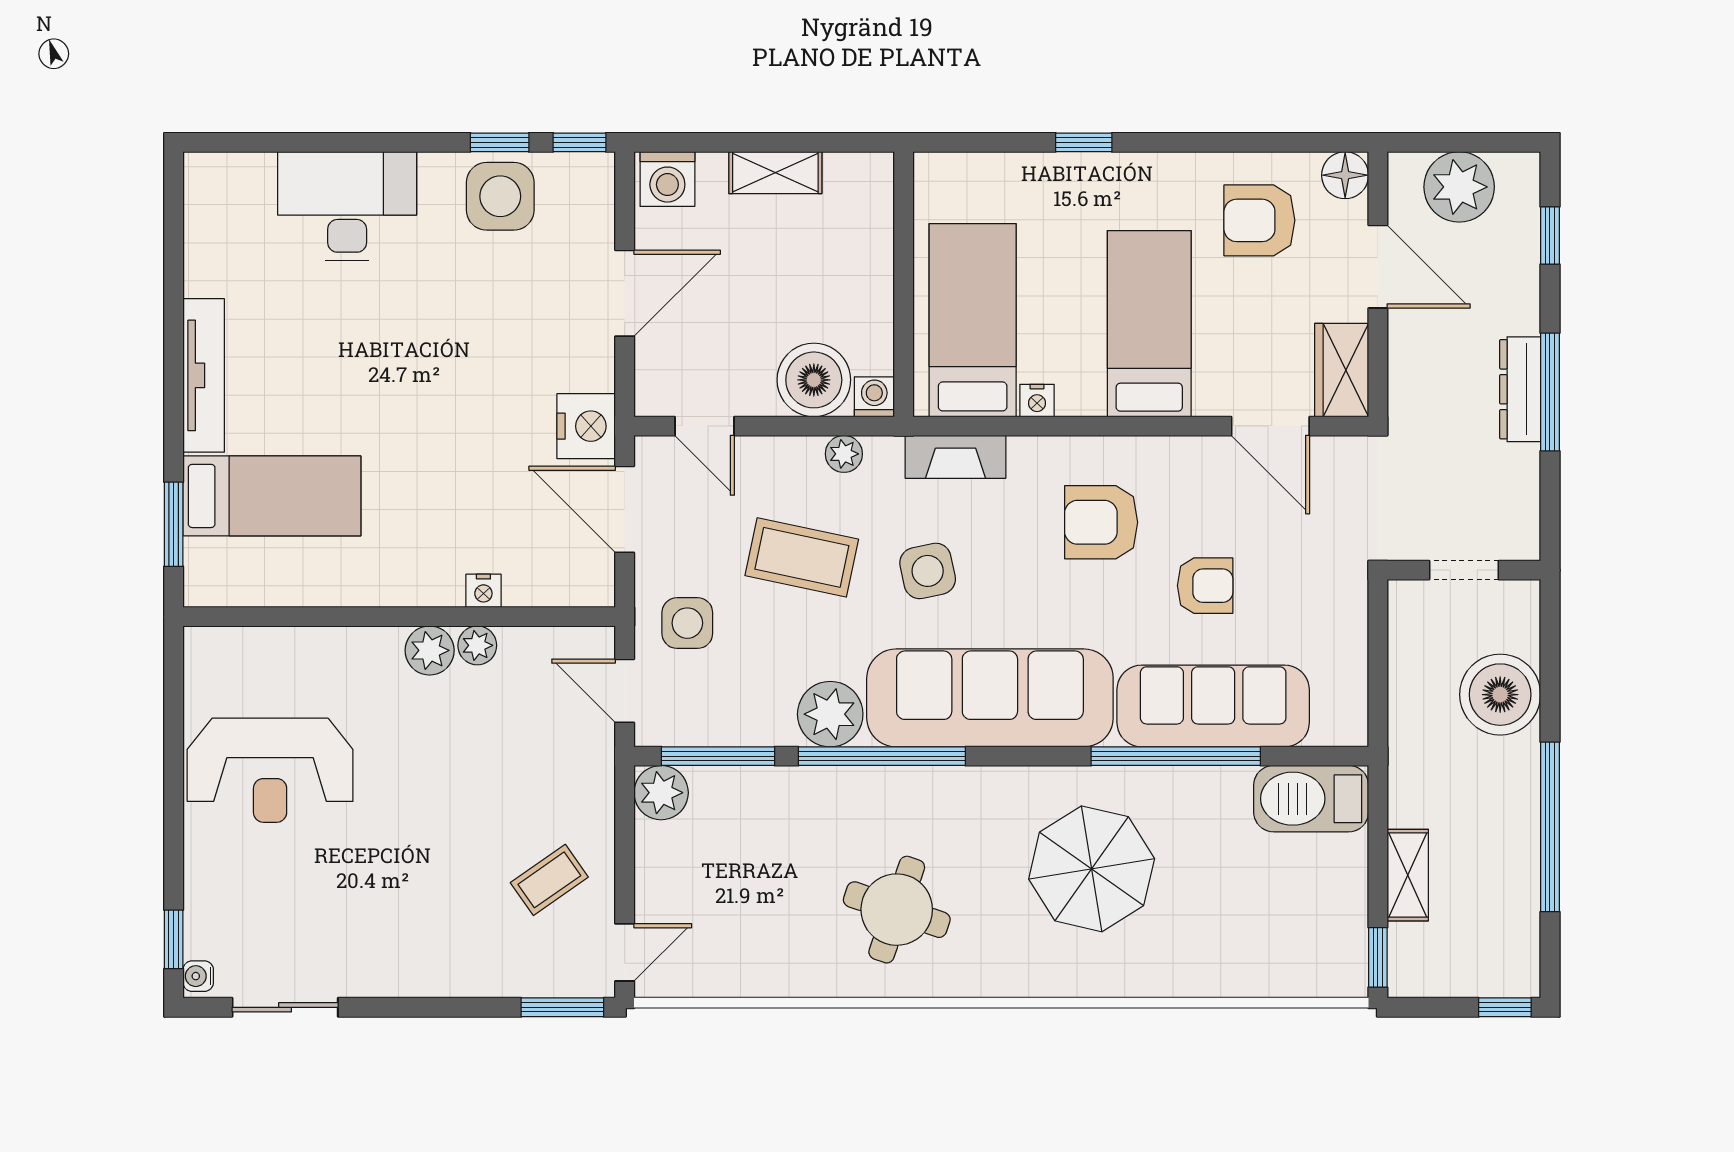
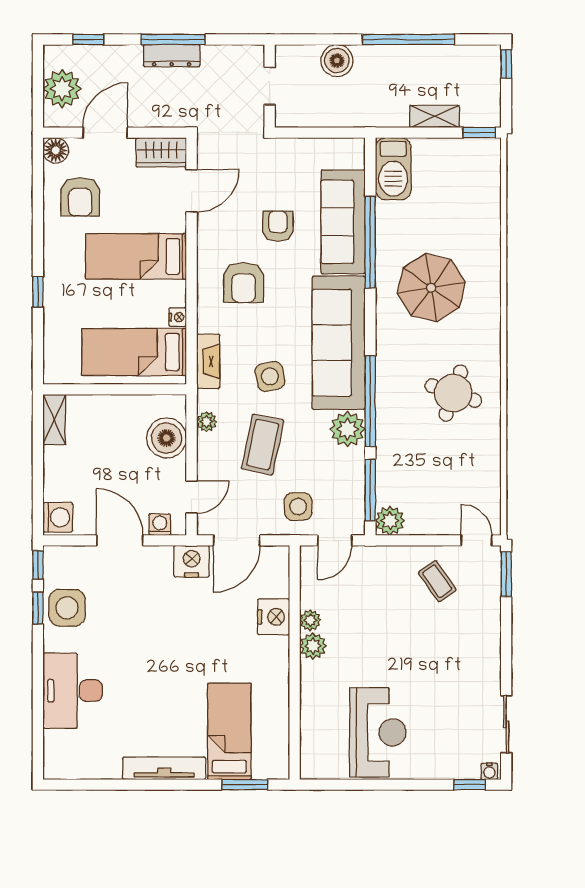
shelving: (775, 173) -> (54, 420), moved
washing machine: (874, 397) -> (160, 525), moved, turned 90
nightstand: (483, 591) -> (274, 617), width x1.89, depth x1.79
boiler: (1500, 695) -> (337, 61), width x0.73, depth x0.73

